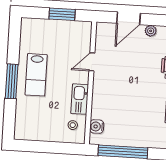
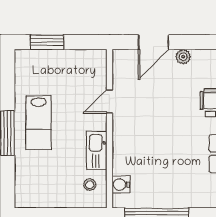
window: (62, 14) -> (47, 42), moved

